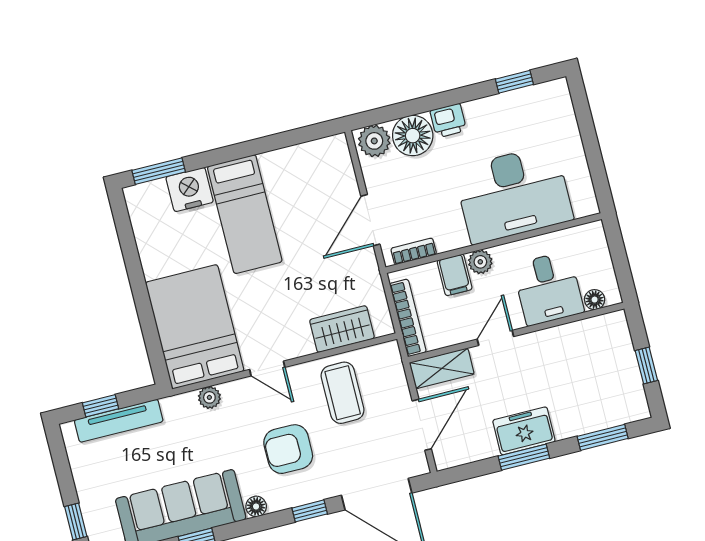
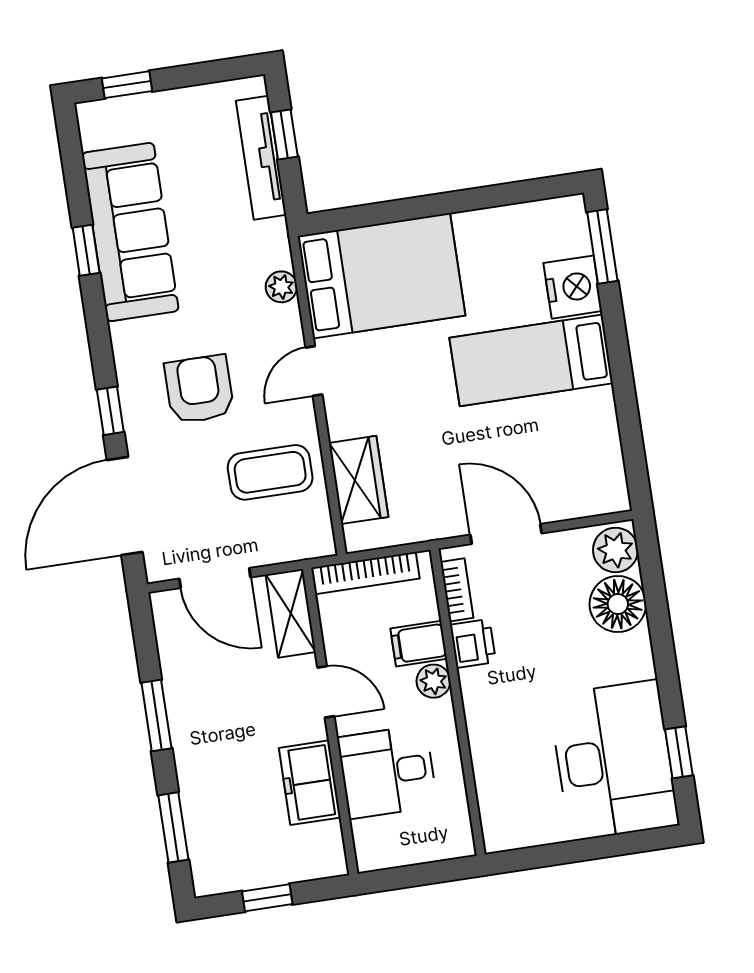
printer: (448, 121) -> (473, 643), moved, turned 180
desk: (513, 194) -> (614, 760), moved, turned 180
floor lamp: (595, 300) -> (366, 835), removed
freezer: (524, 431) -> (310, 783), moved, turned 180
floor lamp: (256, 506) -> (124, 337), removed

